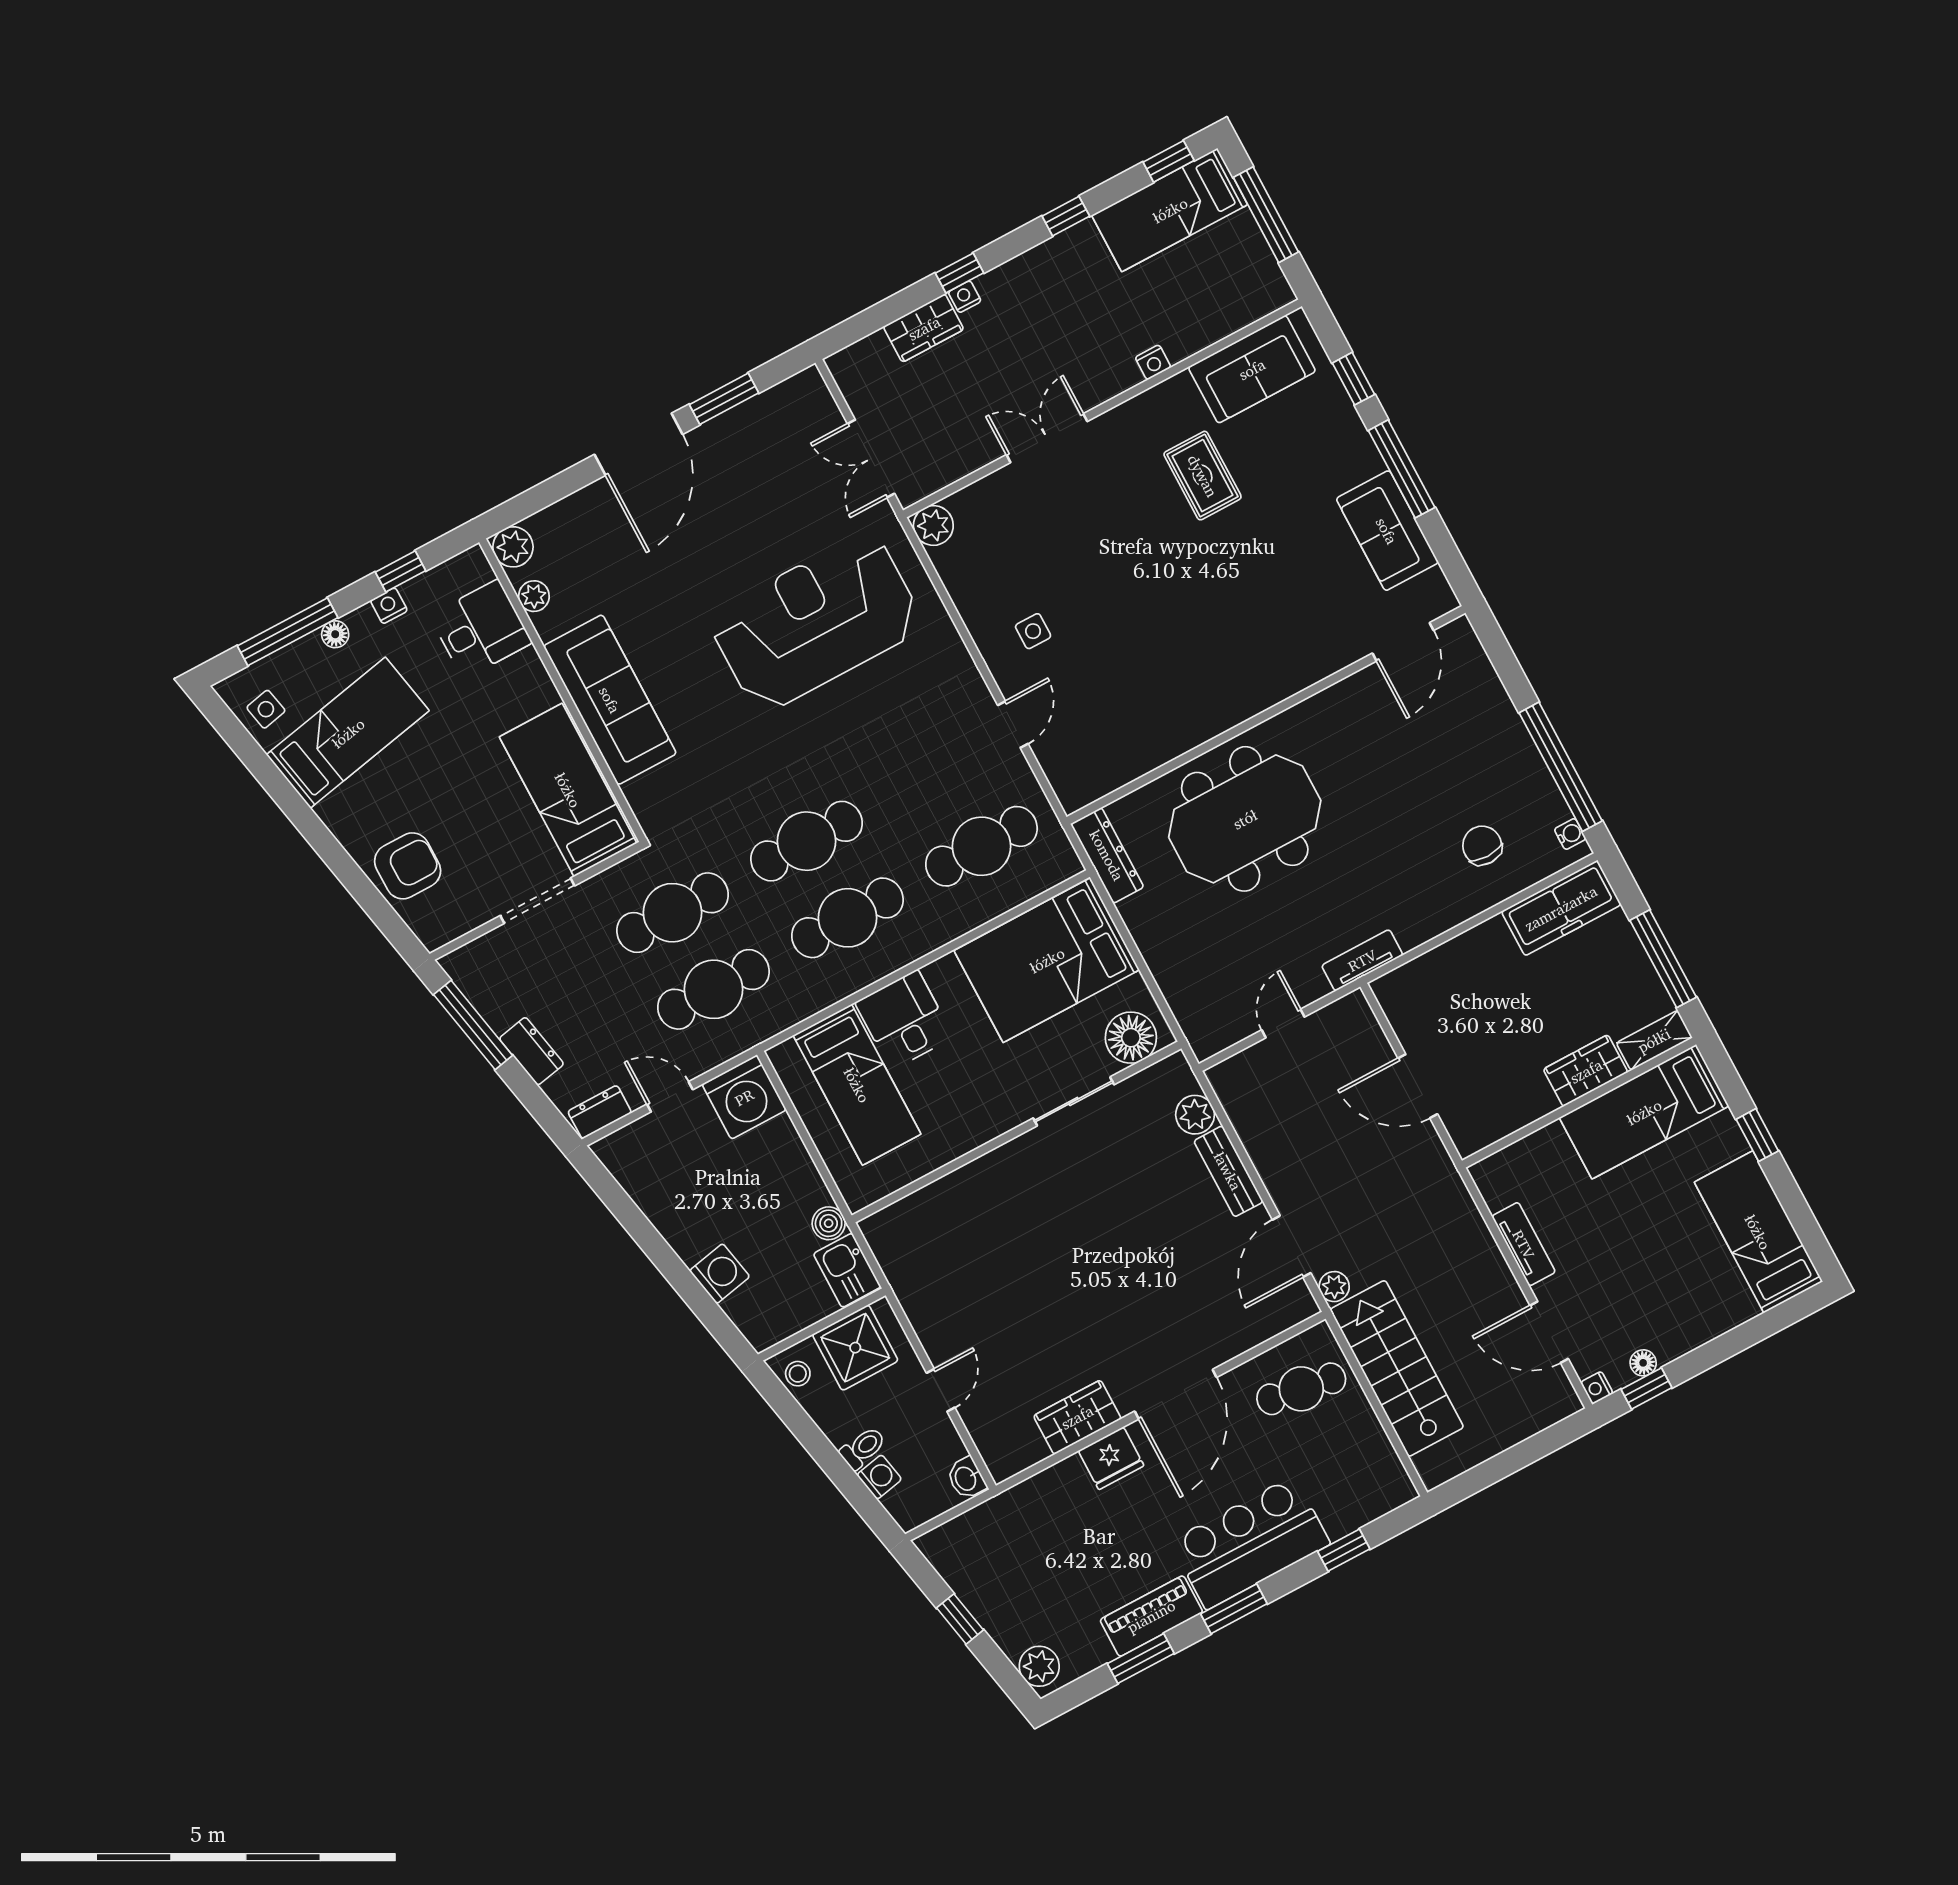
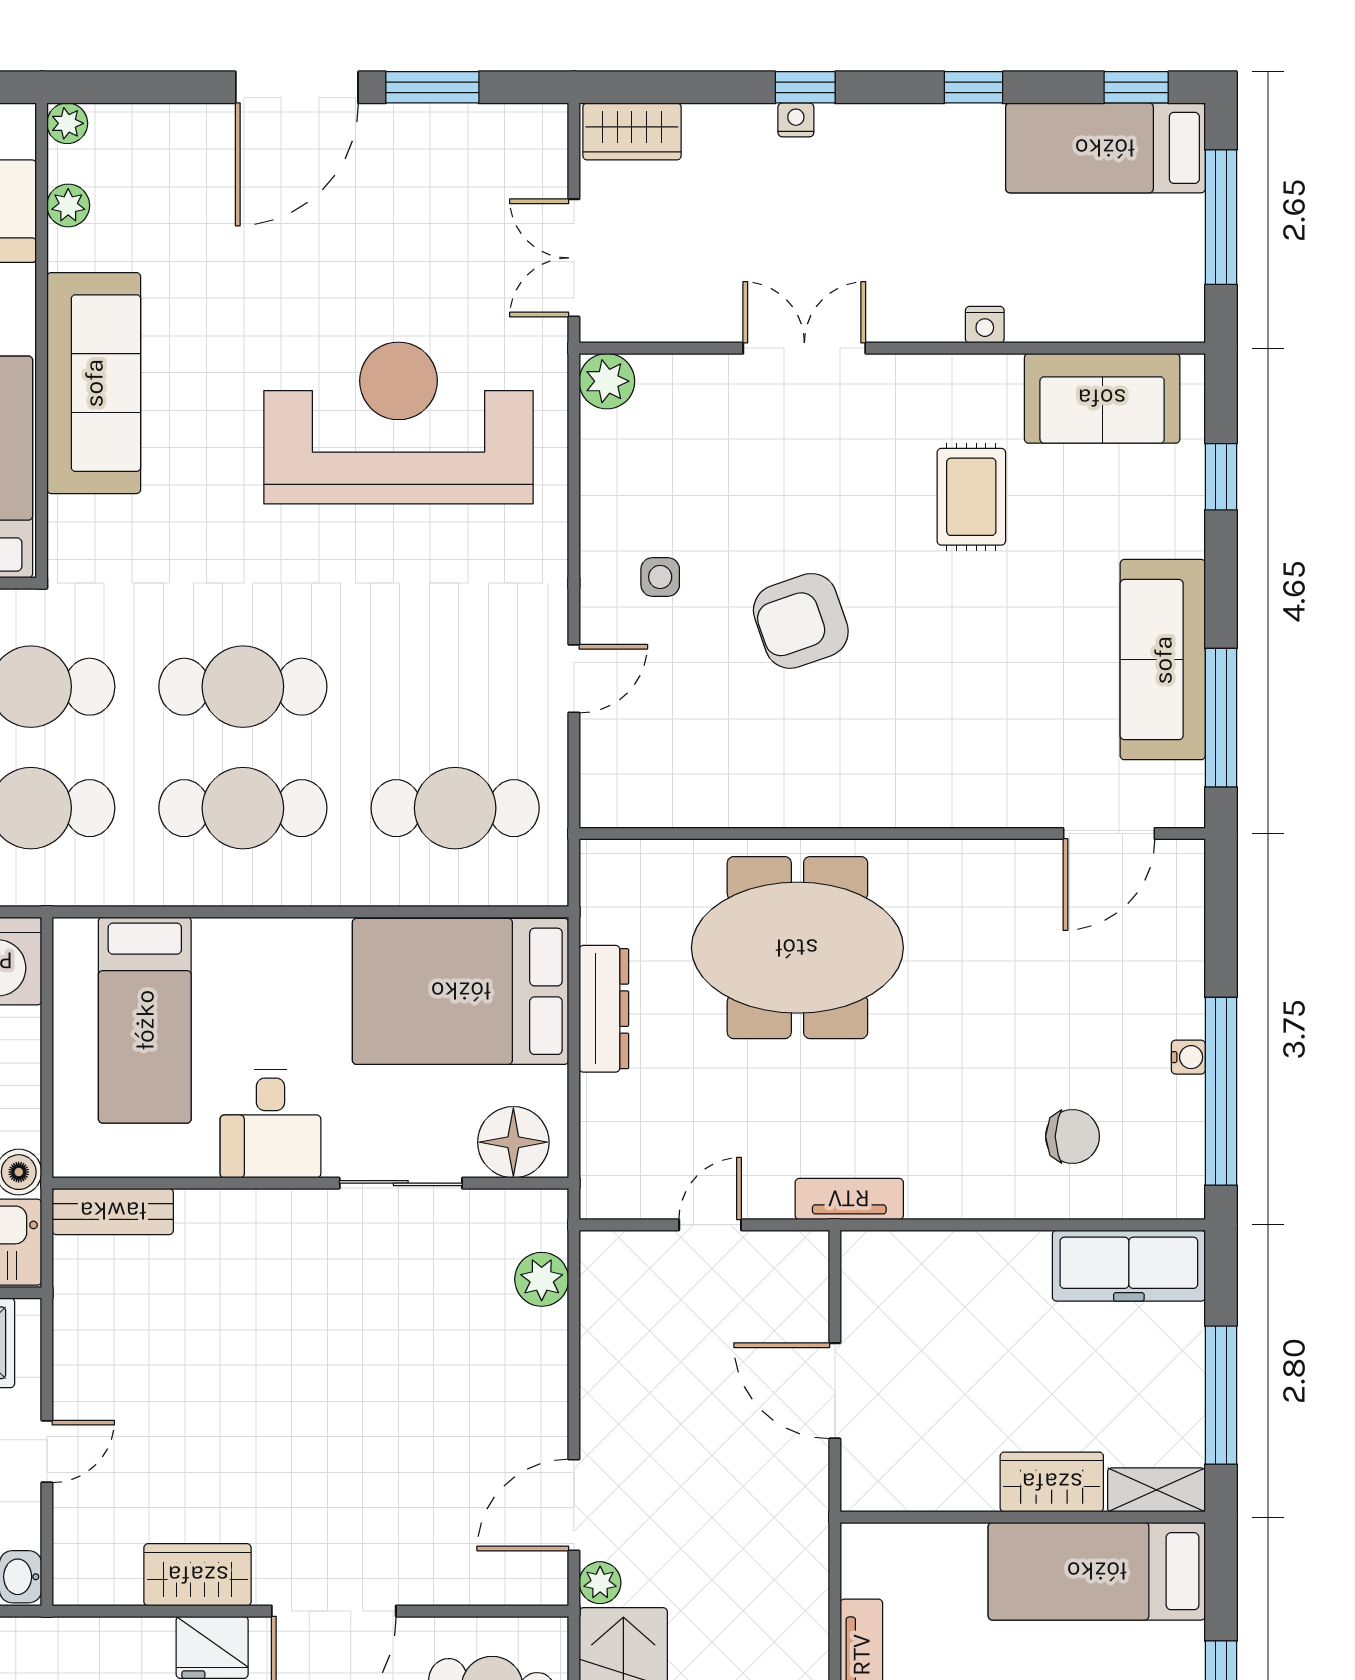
wardrobe: (924, 328) -> (632, 131), moved
window: (1402, 469) -> (1221, 718), moved
sofa: (1387, 531) -> (1163, 660), width x1.36
plant: (513, 547) -> (67, 123), width x0.73, depth x0.73
armchair: (1137, 611) -> (801, 621), added
water cooler: (1570, 834) -> (1188, 1057), moved
chair: (1482, 845) -> (1072, 1136), turned 90
dresser: (1107, 855) -> (604, 1009), moved
desk: (904, 1020) -> (270, 1124), moved, turned 180
bench: (1228, 1171) -> (113, 1211), moved, turned 90

